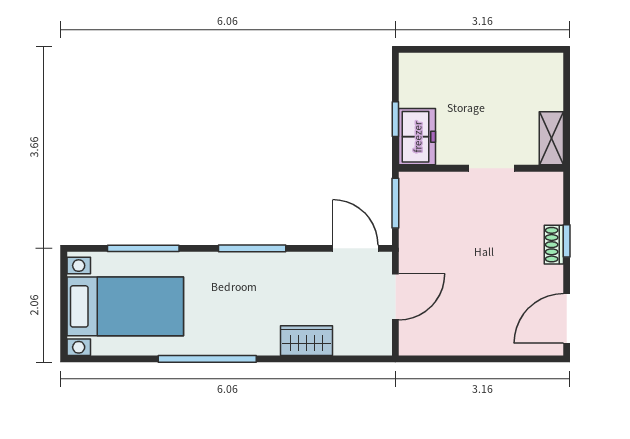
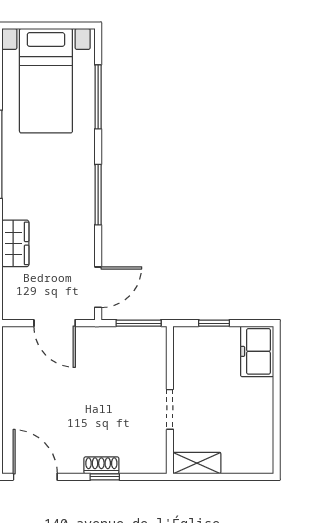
freezer: (417, 137) -> (257, 351), moved, turned 90

